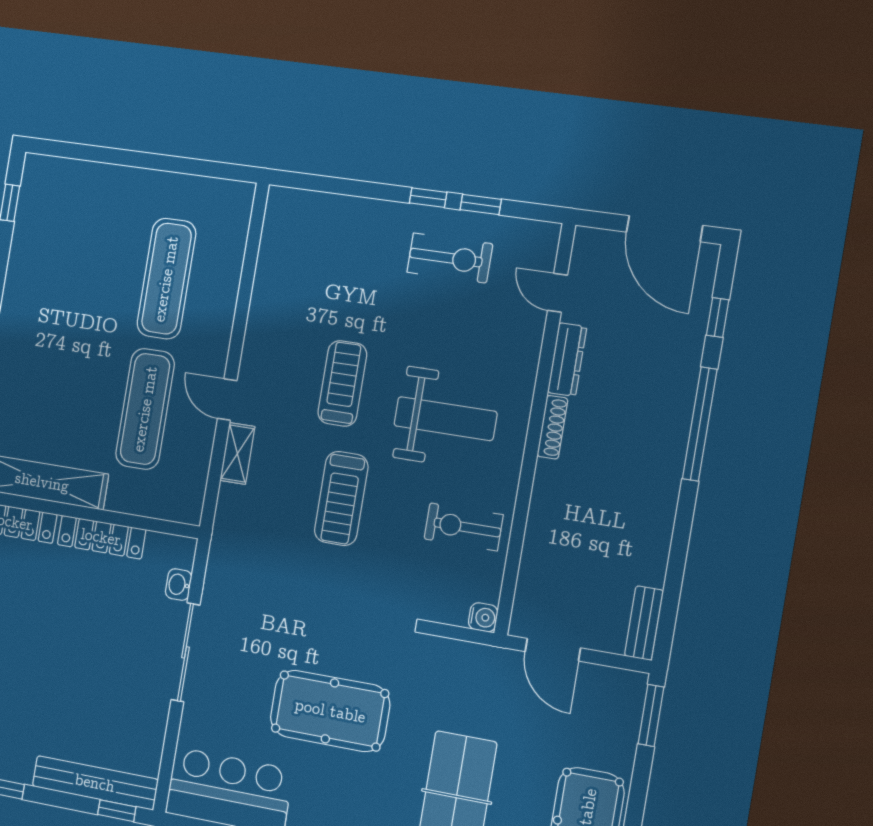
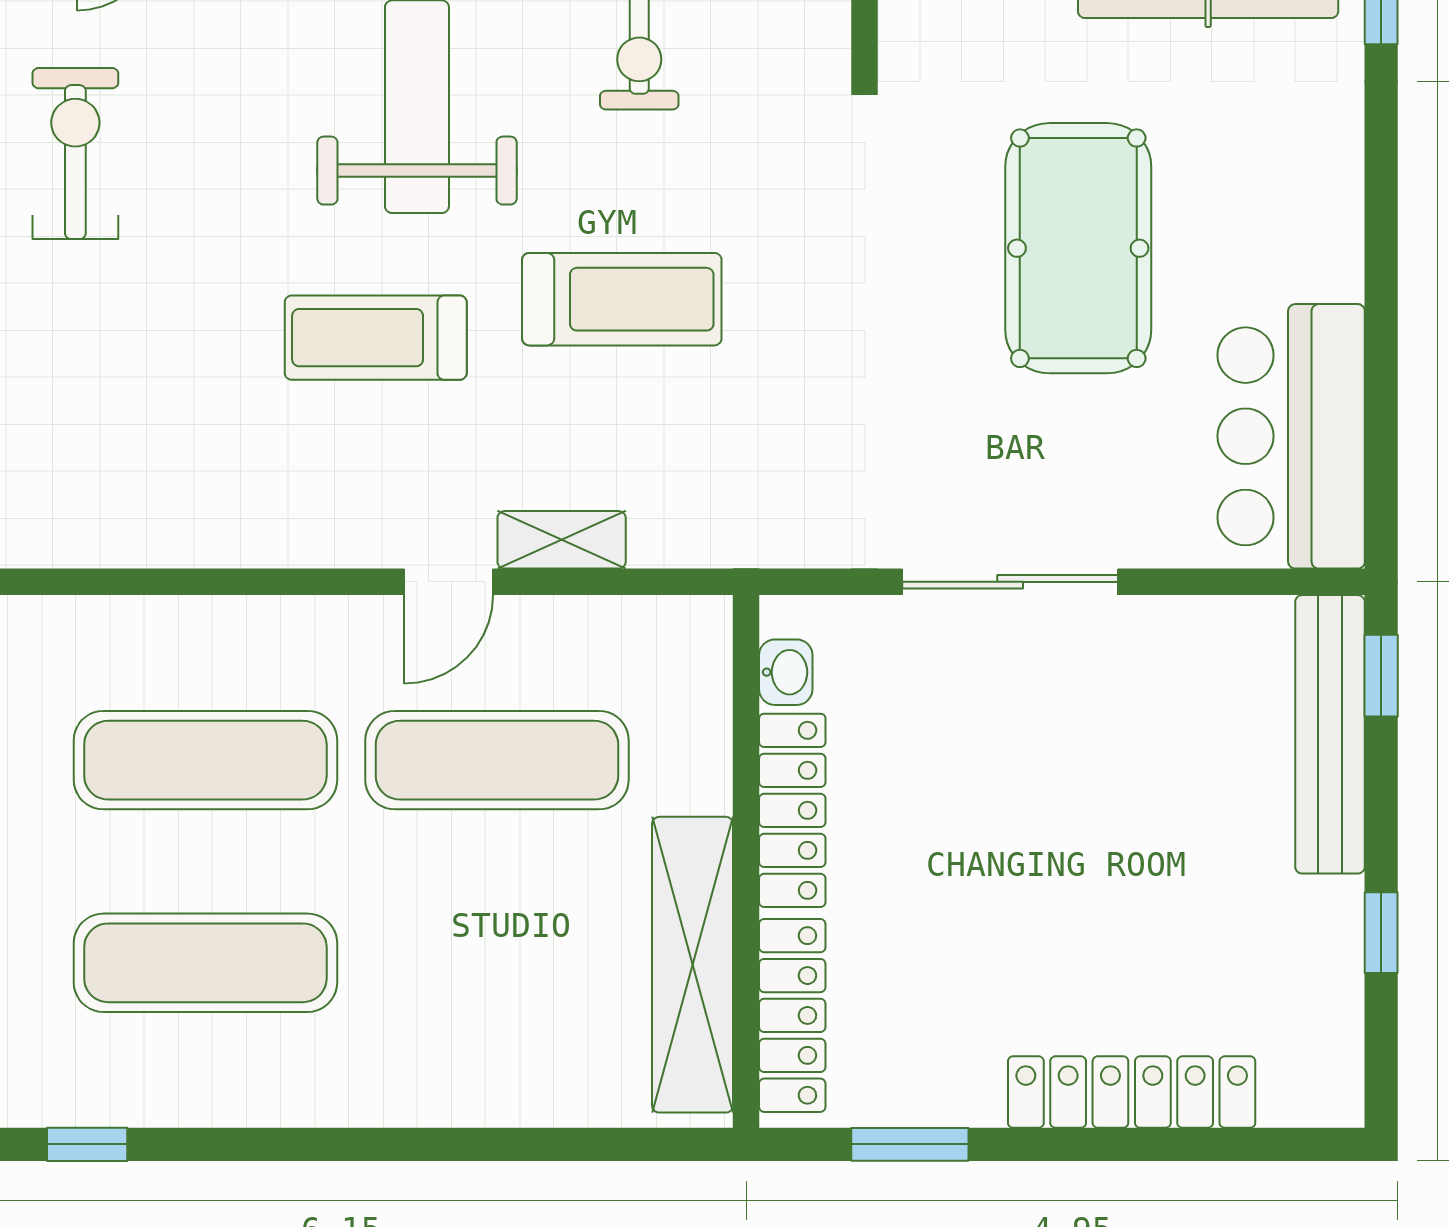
exercise mat: (79, 266) -> (205, 963), added
washbasin: (179, 585) -> (786, 672), moved, turned -90

